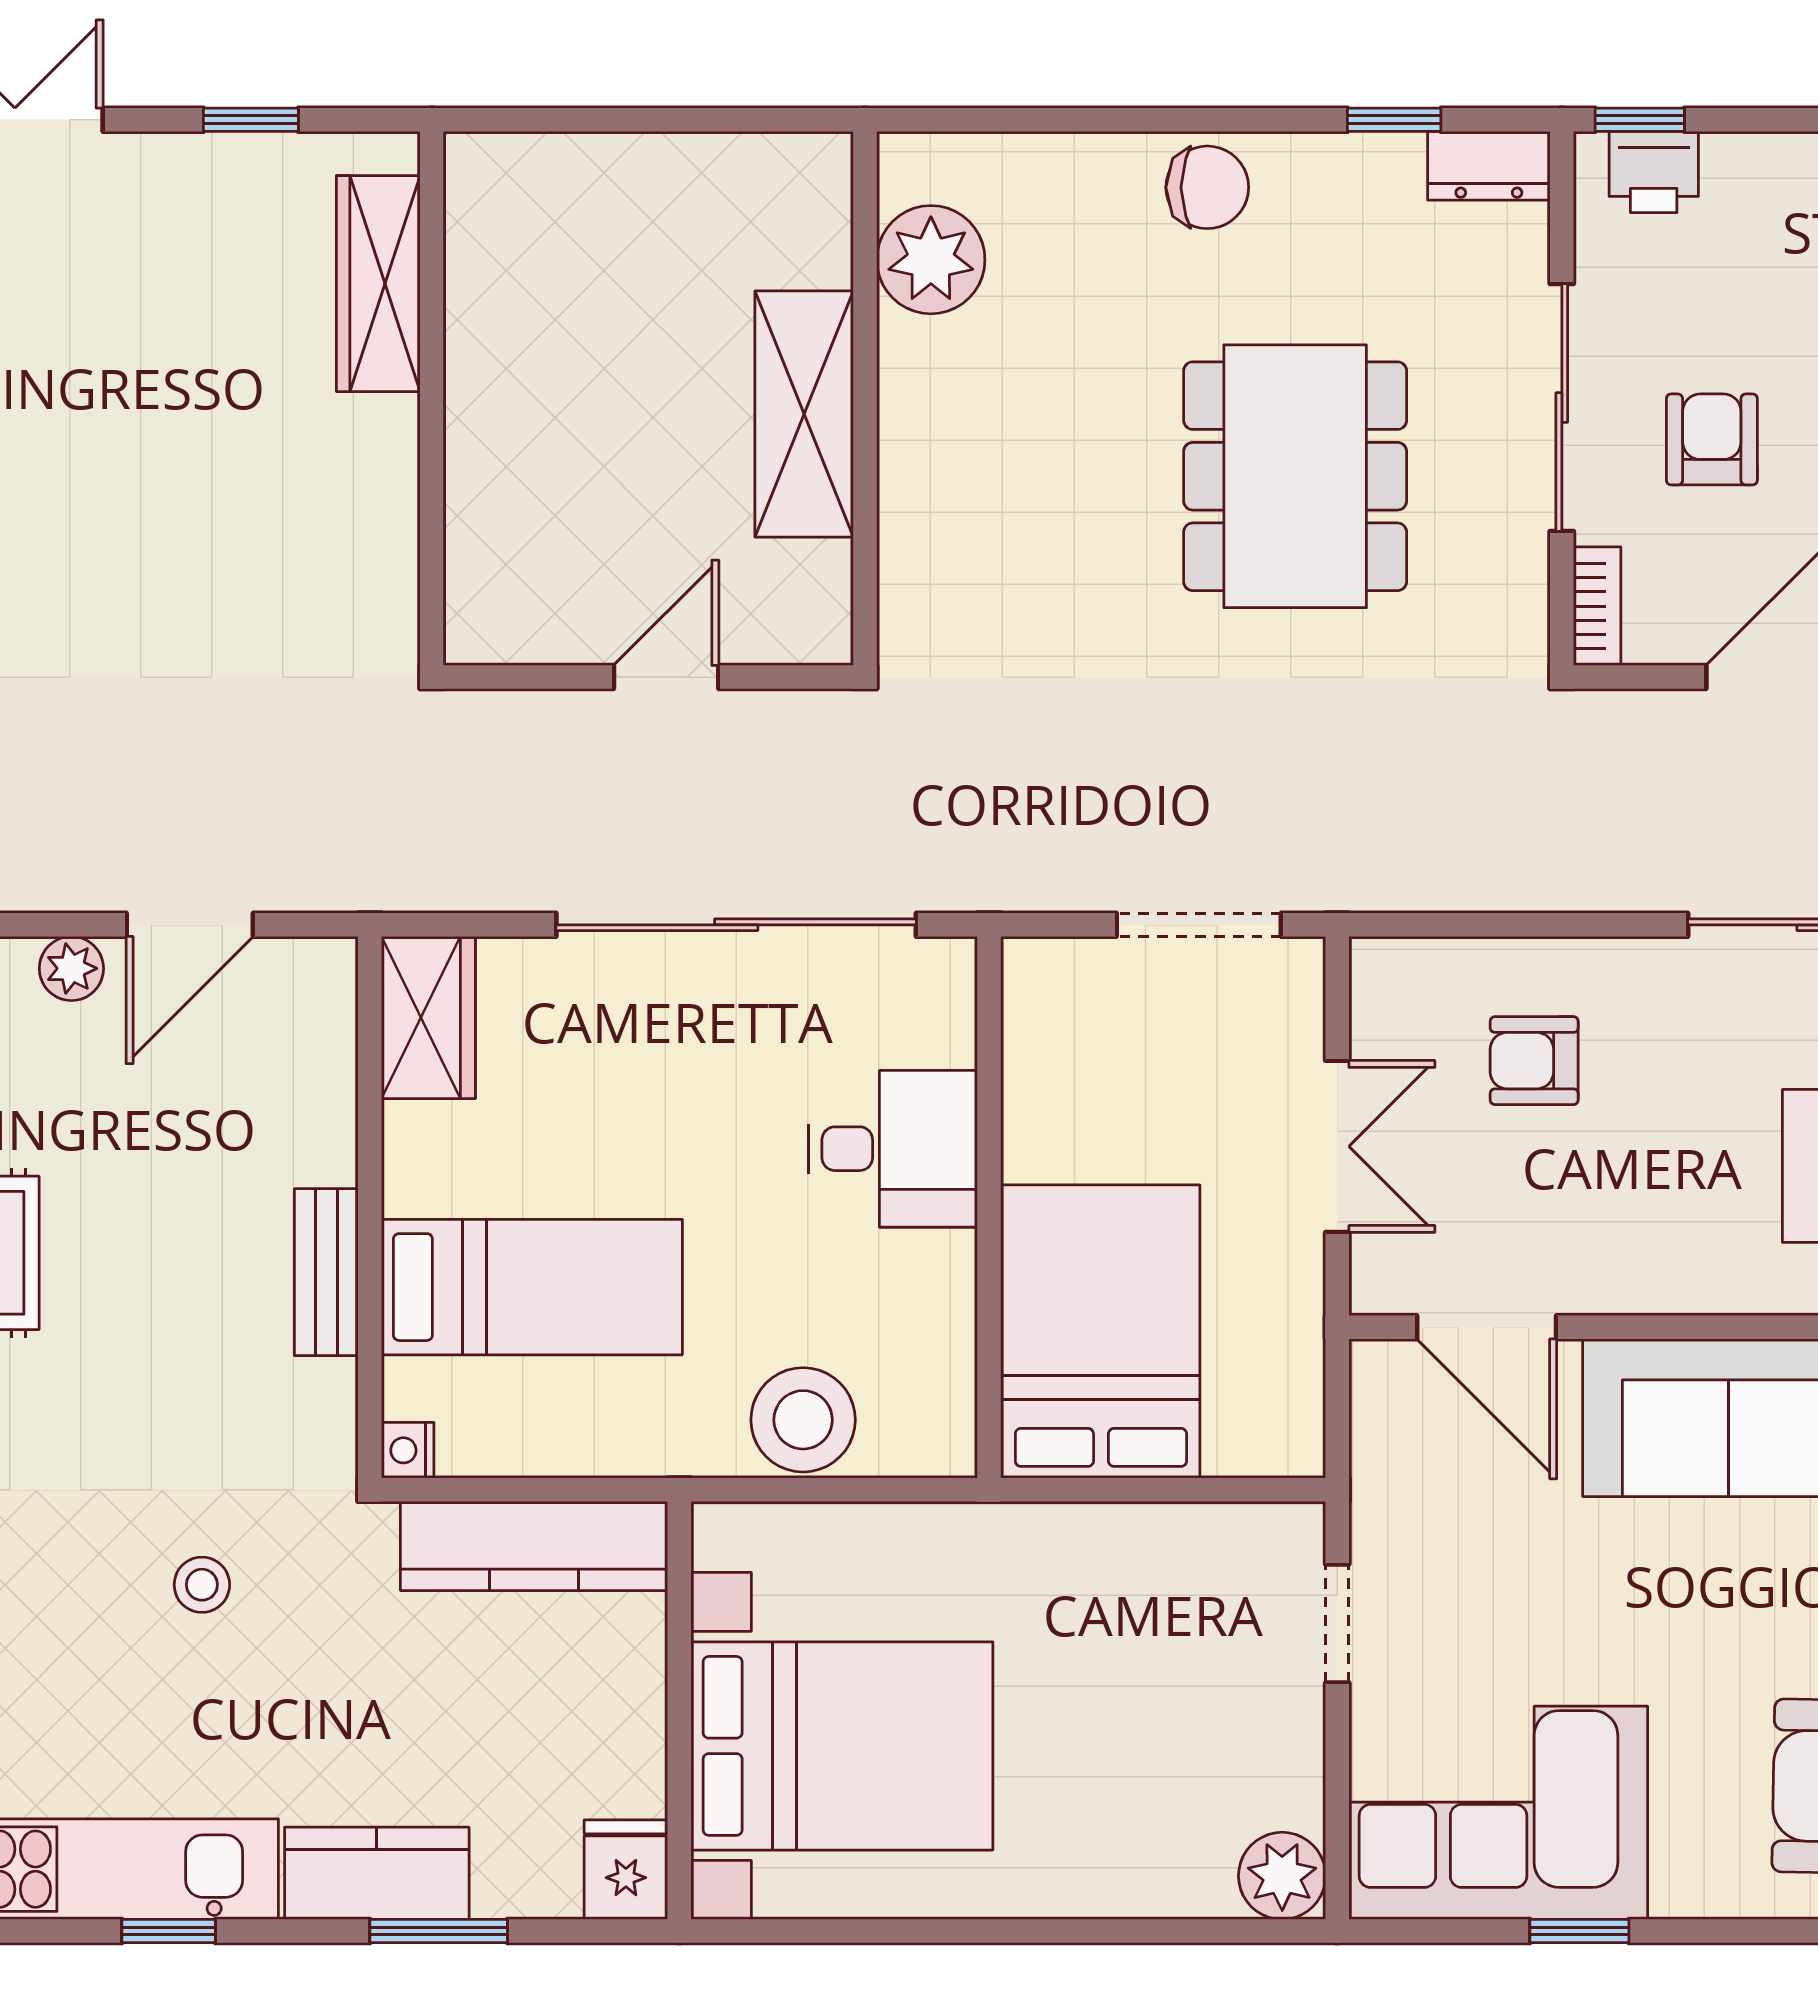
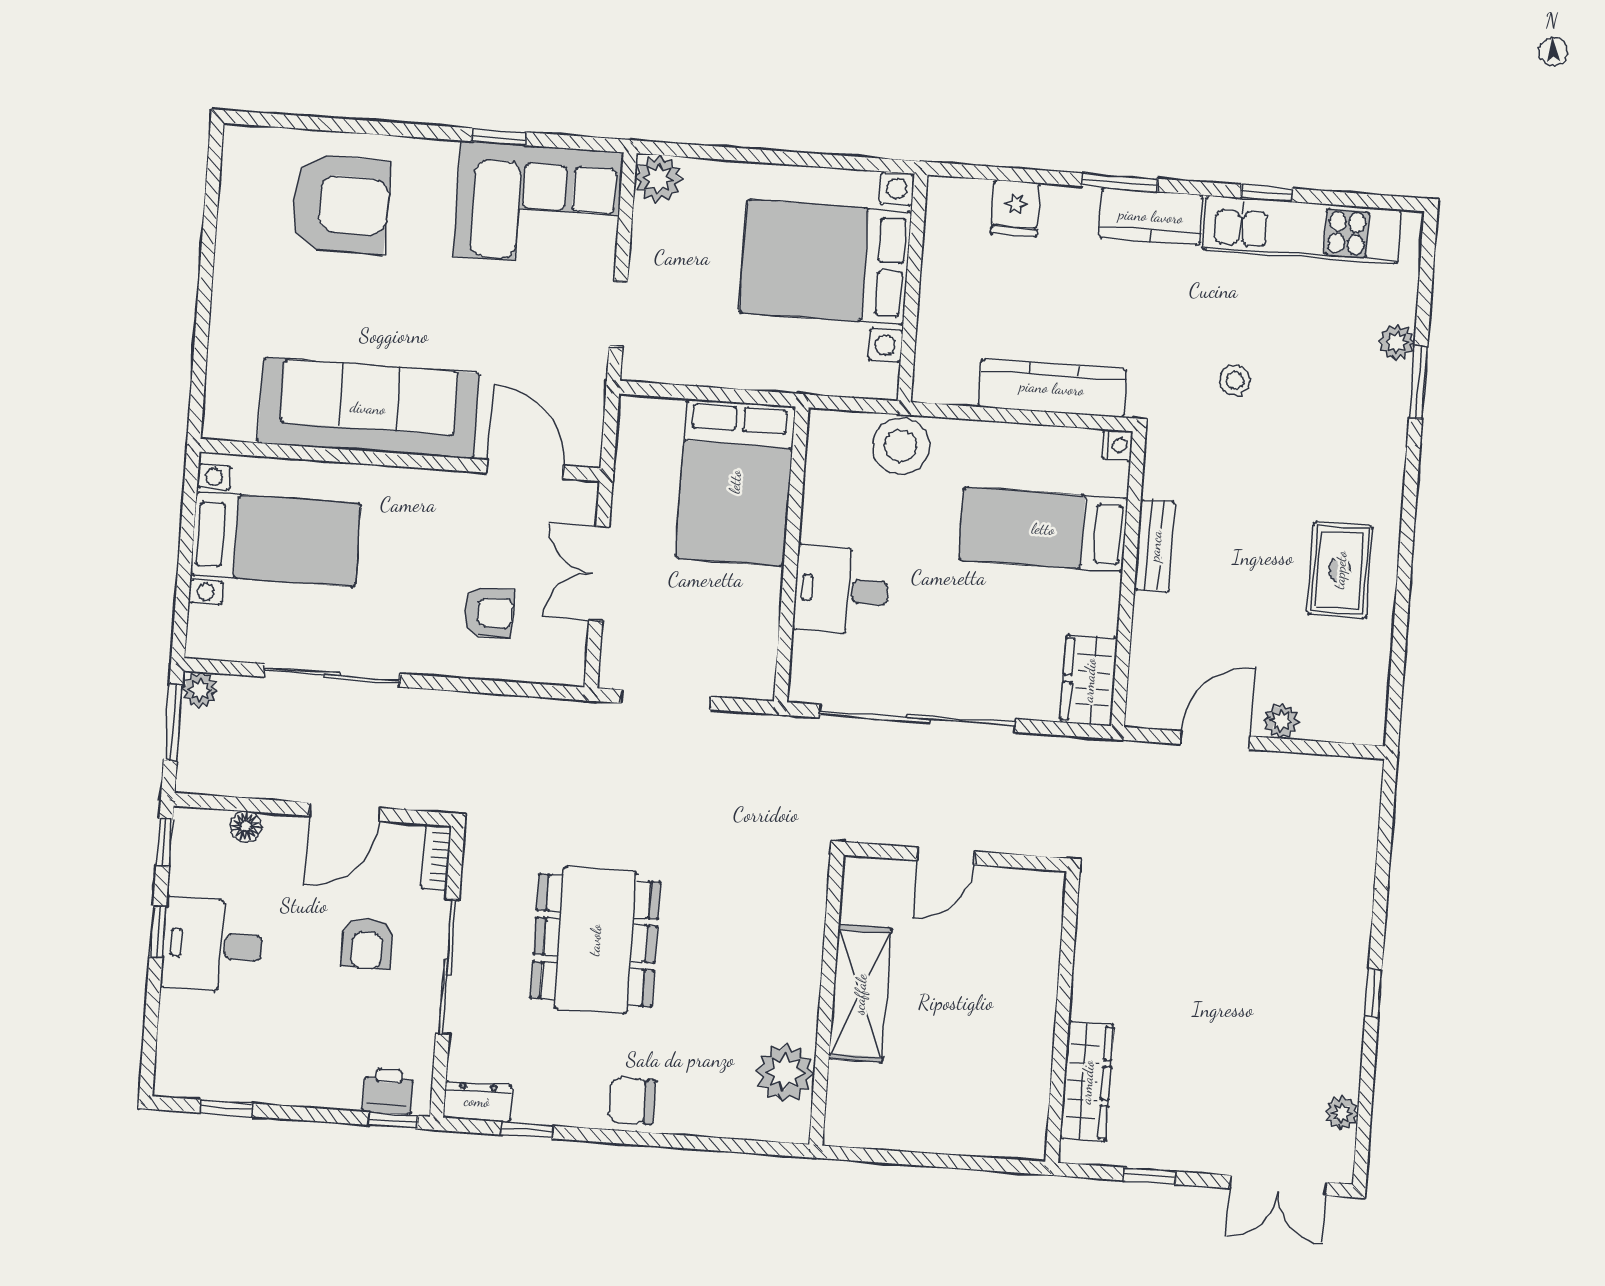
wall: (679, 1710) -> (913, 288), moved
bed with nightstands: (842, 1746) -> (825, 262), moved

